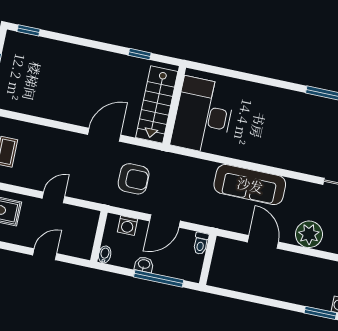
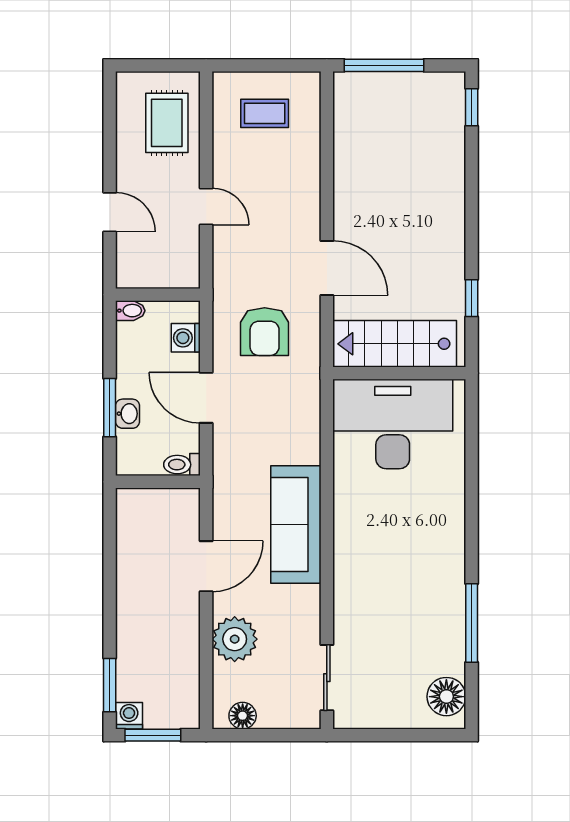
washbasin: (144, 264) -> (128, 414), moved
window: (159, 278) -> (110, 408), width x0.69

